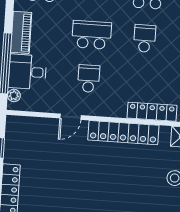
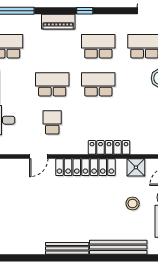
school desk: (145, 38) -> (98, 84), width x1.85

